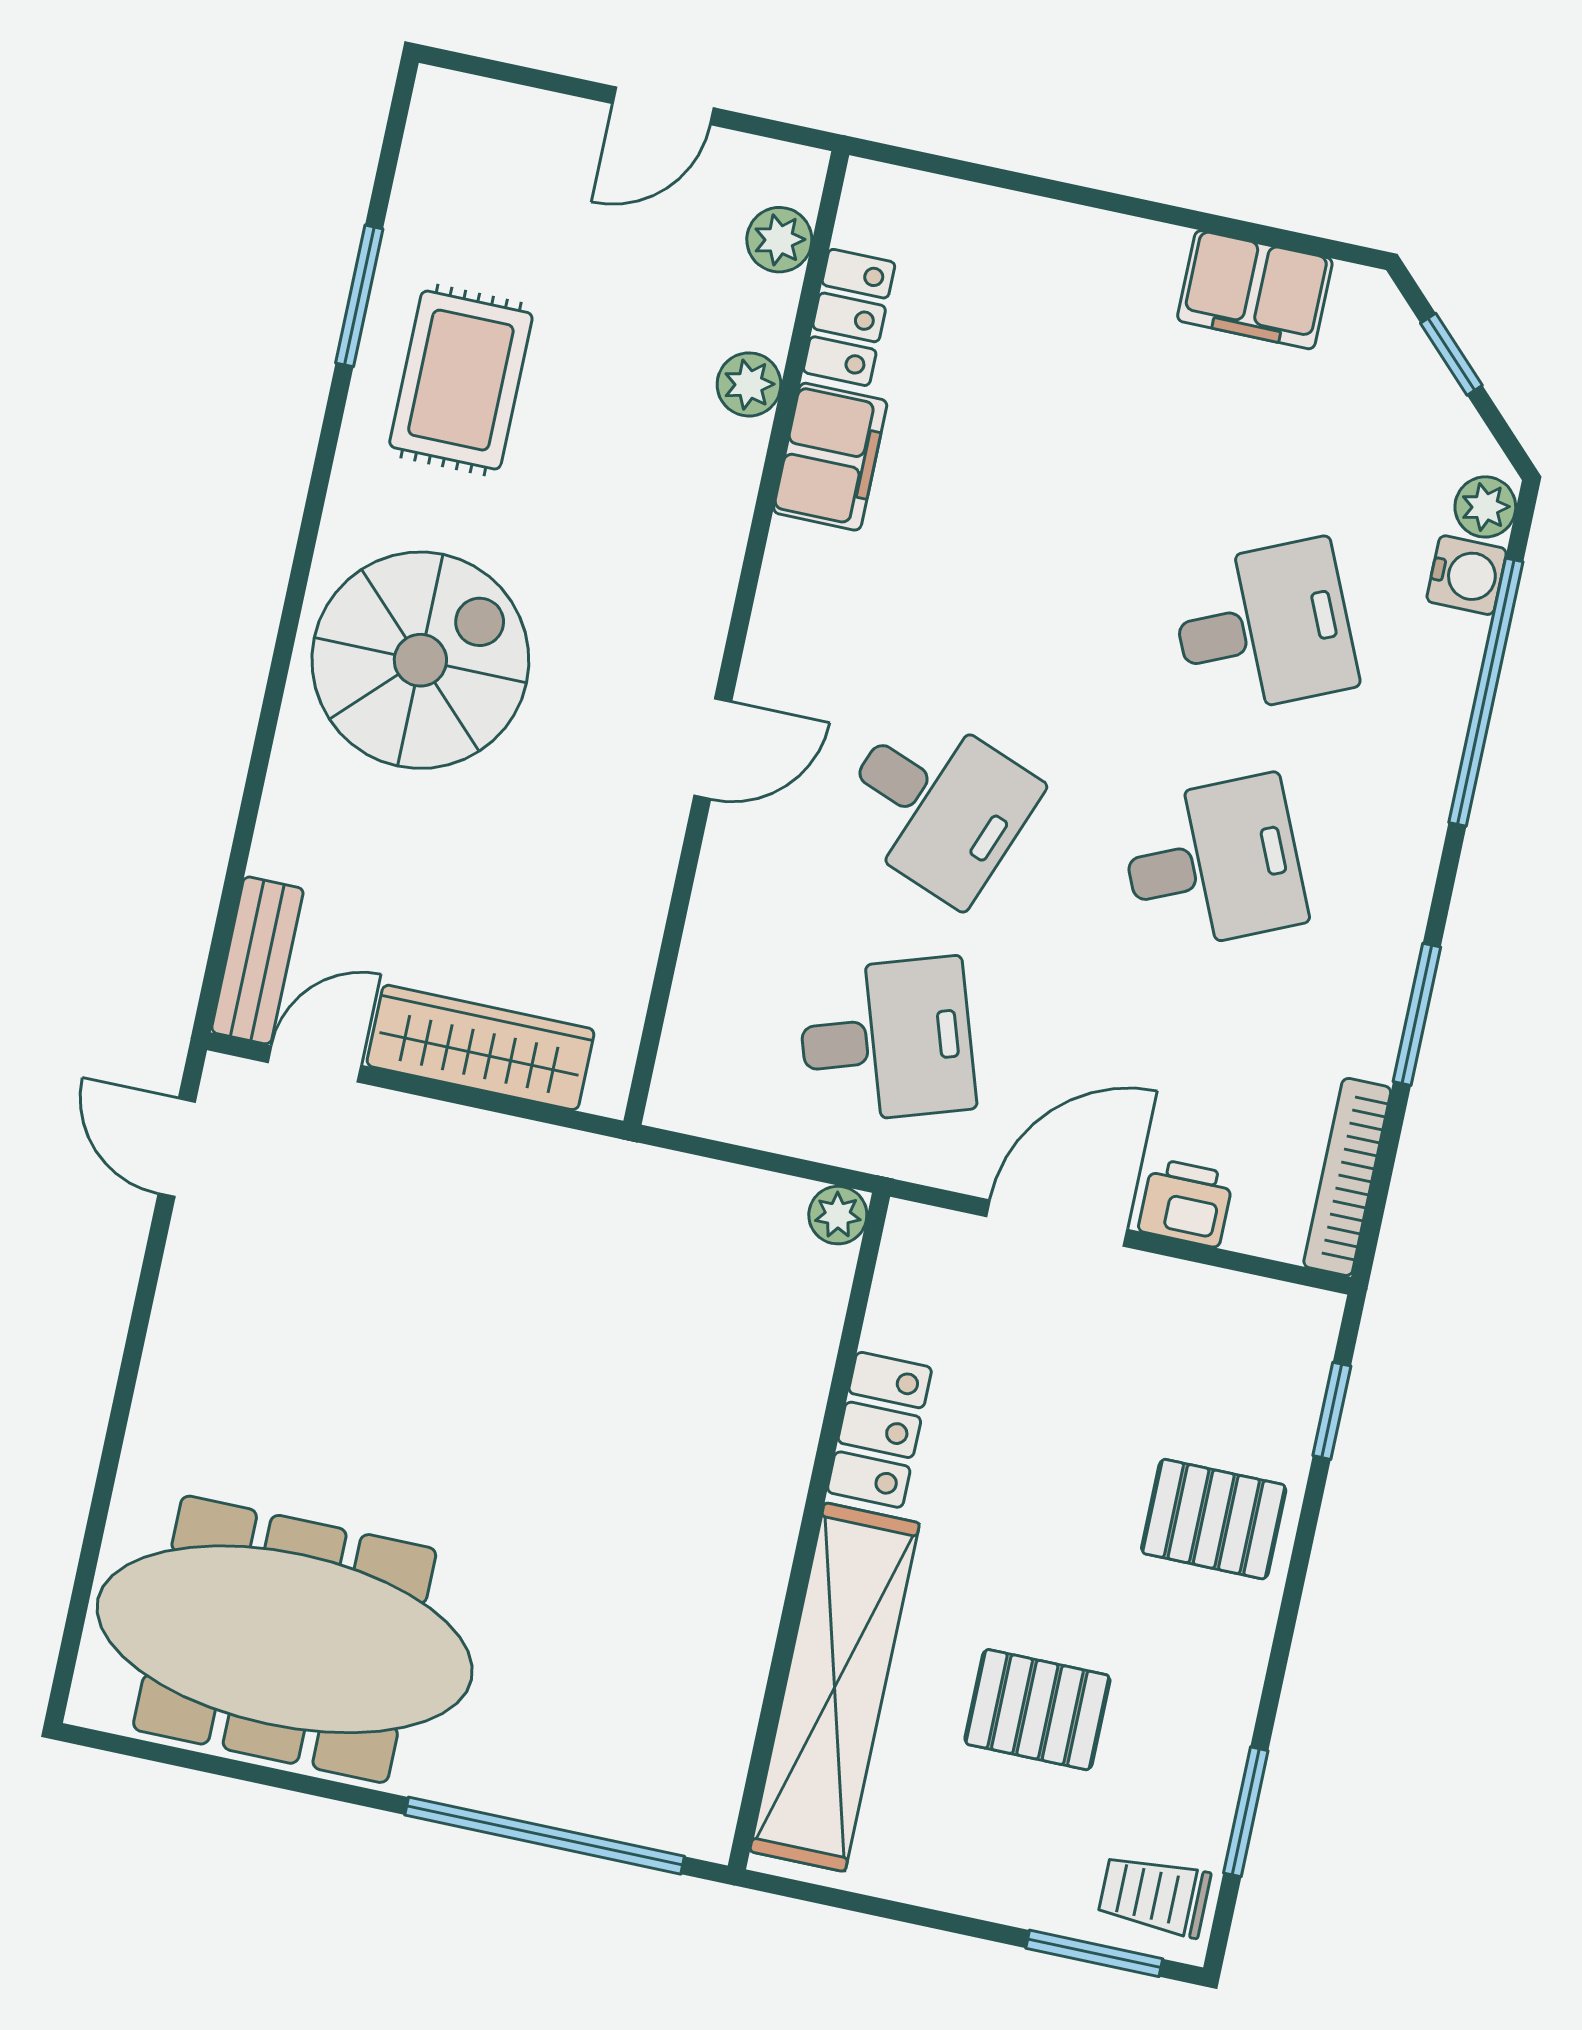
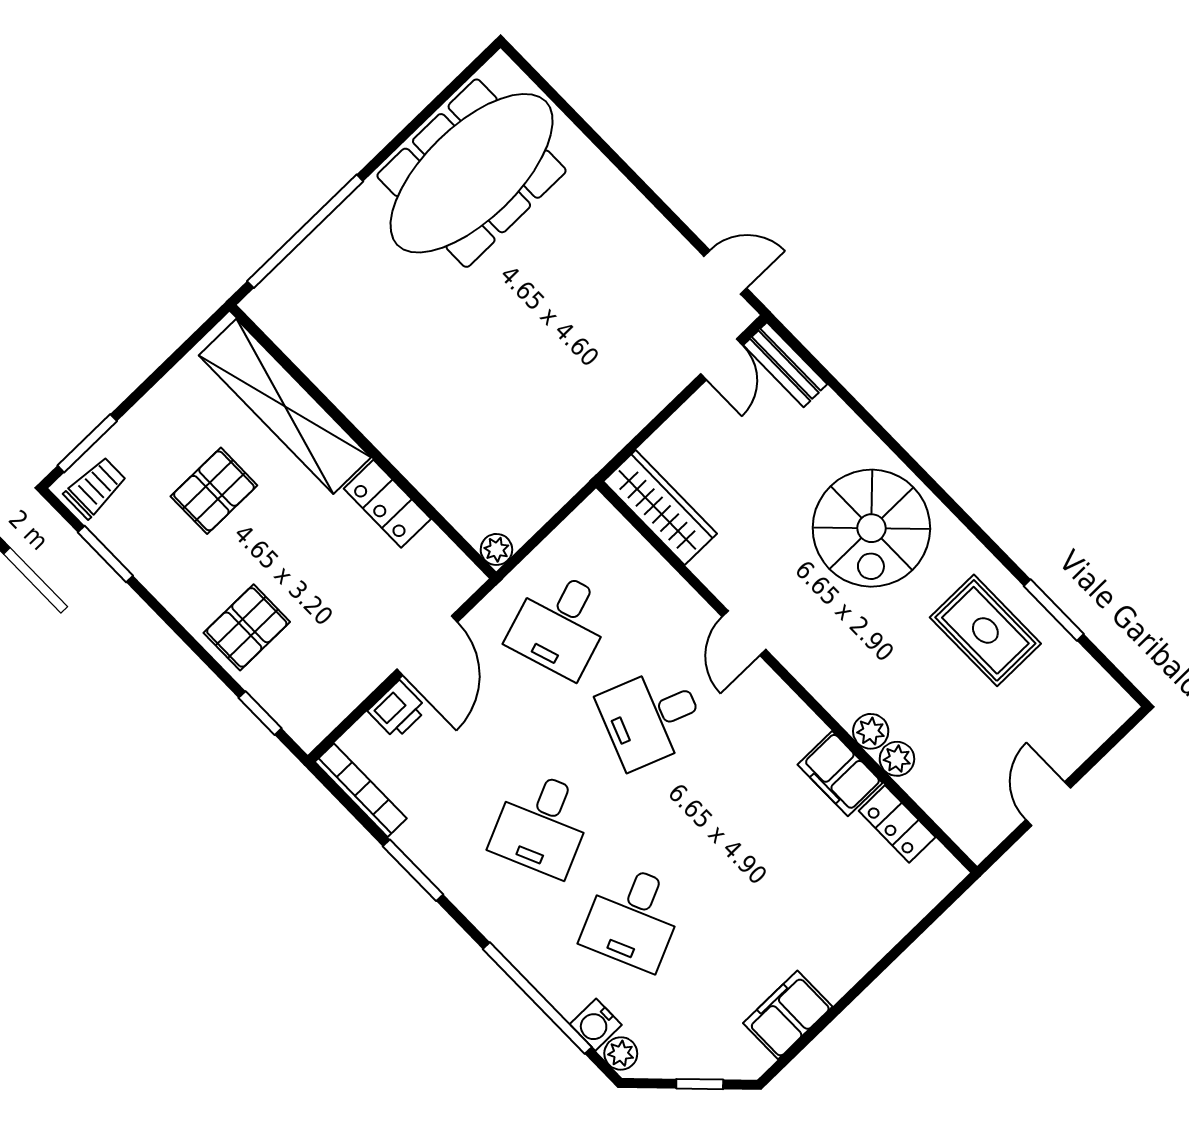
plant: (779, 240) -> (871, 731), moved
wardrobe: (480, 1047) -> (660, 507), moved, turned -90

